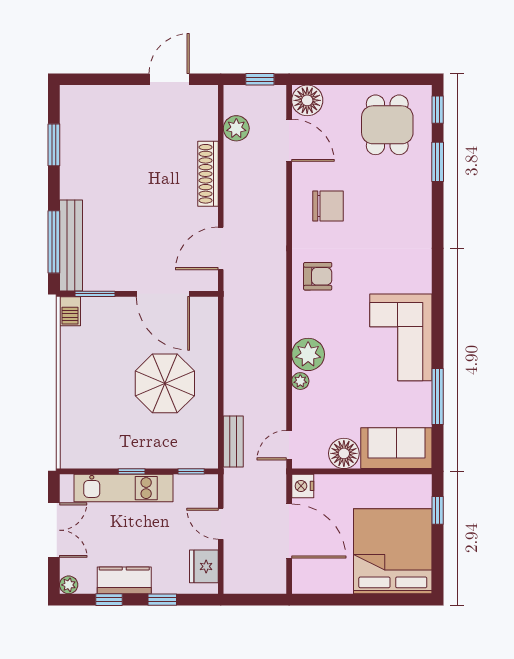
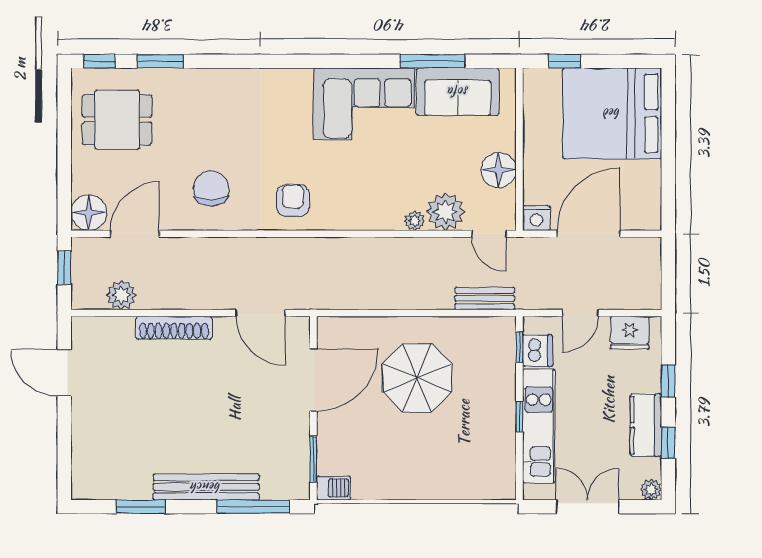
bench: (71, 245) -> (206, 487), moved
plant: (308, 354) -> (445, 212), moved
sofa: (396, 448) -> (458, 92), moved, turned -90
dishwasher: (188, 487) -> (538, 351), added

